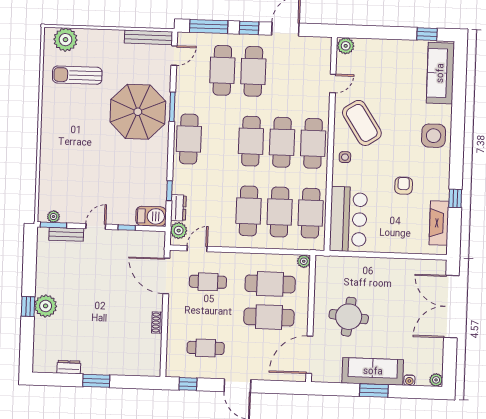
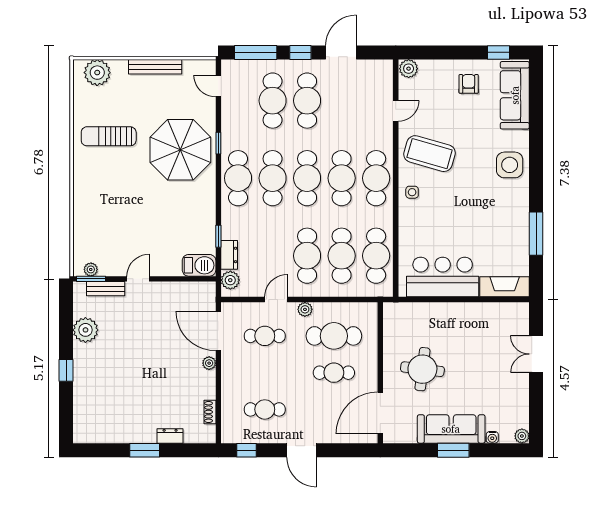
bench: (148, 37) -> (155, 67), moved
door: (174, 56) -> (218, 86), swing flipped
sun lounger: (77, 75) -> (109, 136), moved
window: (172, 107) -> (218, 143), width x0.67
coffee table: (362, 123) -> (430, 154), turned -41
cafe table: (220, 140) -> (273, 178), added
armchair: (404, 186) -> (469, 84), moved
window: (455, 198) -> (536, 234), width x2.17
bar counter: (348, 219) -> (443, 277), moved, turned -90
fireplace: (439, 223) -> (505, 287), moved, turned 90
window: (127, 228) -> (172, 279), removed
door: (197, 249) -> (276, 300), moved
plant: (304, 261) -> (305, 309), moved
plant: (157, 305) -> (209, 363), added
plant: (46, 306) -> (85, 330), moved
double door: (451, 307) -> (536, 354), width x0.54
cafe table: (269, 317) -> (334, 373), width x0.73, depth x0.74
shoe rack: (157, 323) -> (210, 412), moved
dresser: (69, 367) -> (170, 436), moved

